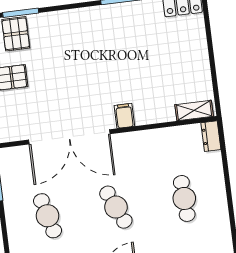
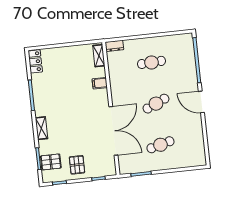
shelving: (72, 17) -> (41, 128), added
filing cabinet: (124, 116) -> (100, 83), moved

